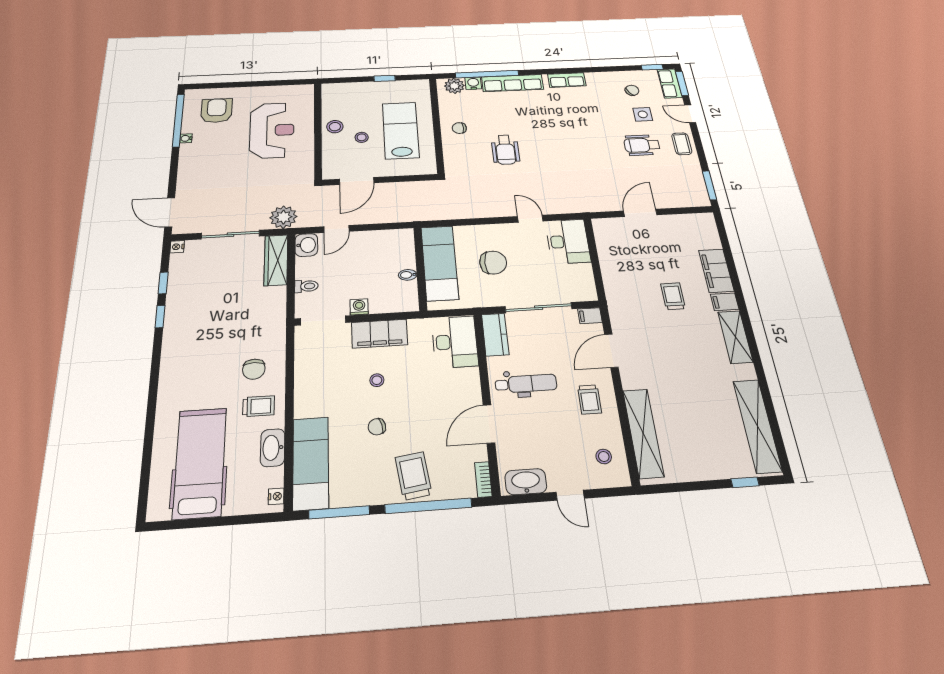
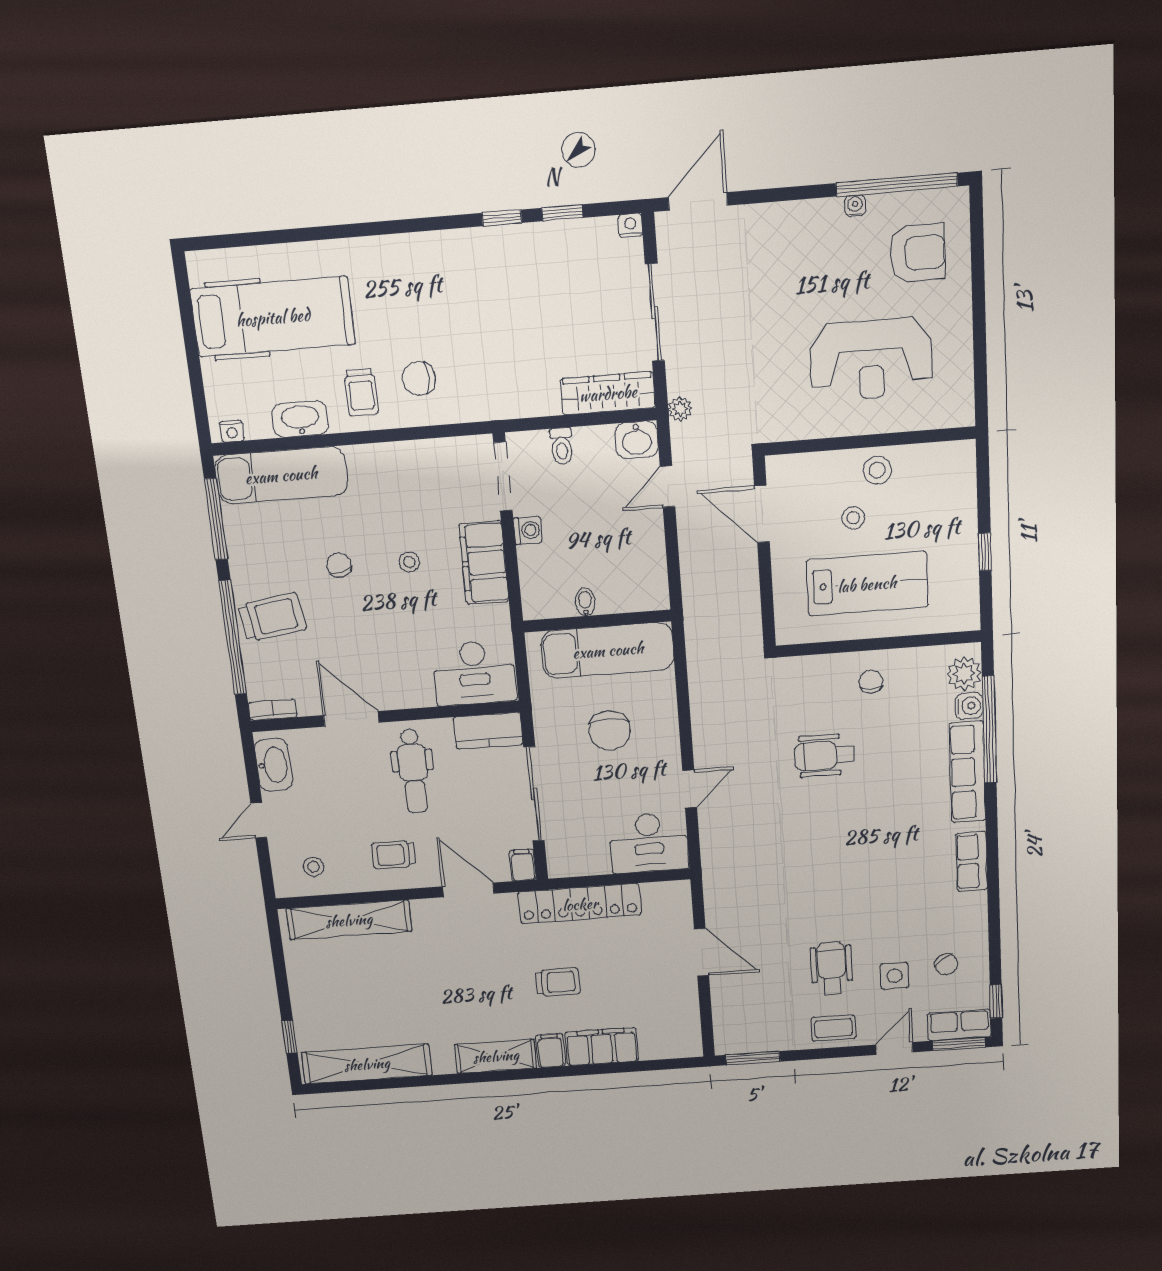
plant: (283, 217) -> (680, 409), width x0.53, depth x0.53
door: (336, 229) -> (668, 487), hinge flipped
locker: (614, 282) -> (580, 904), added

